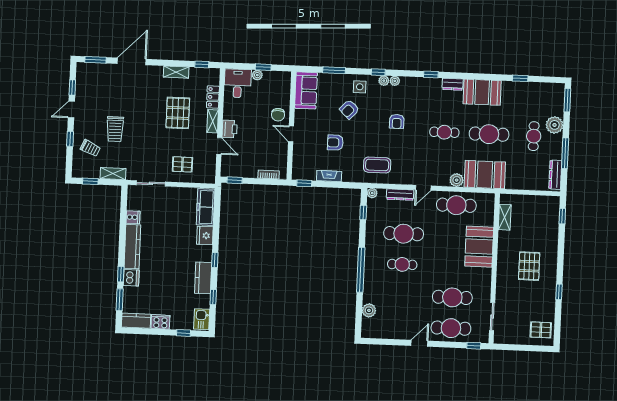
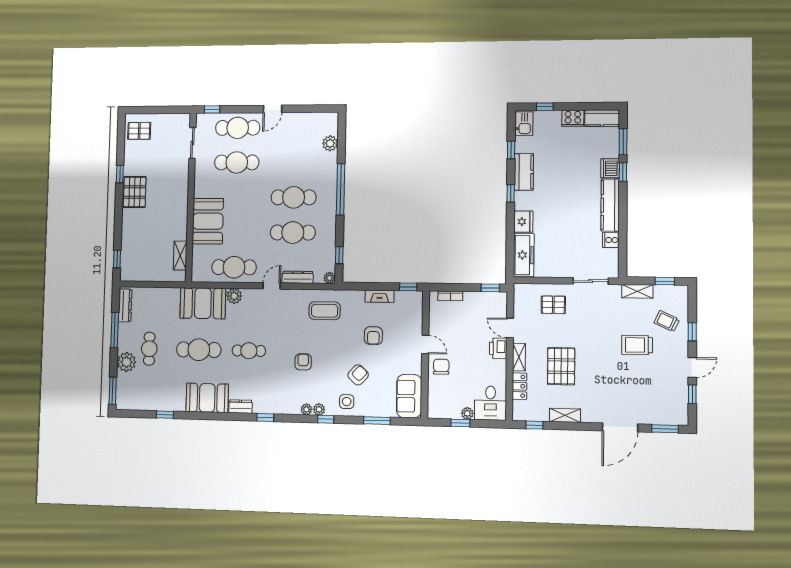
trolley: (115, 129) -> (637, 345), turned -90
armchair: (335, 142) -> (373, 336), turned 90
cafe table: (402, 264) -> (294, 197), width x1.37, depth x1.35
pallet: (529, 266) -> (135, 192), moved

